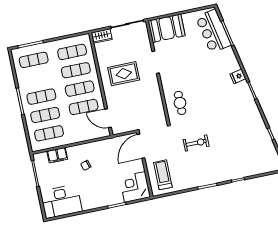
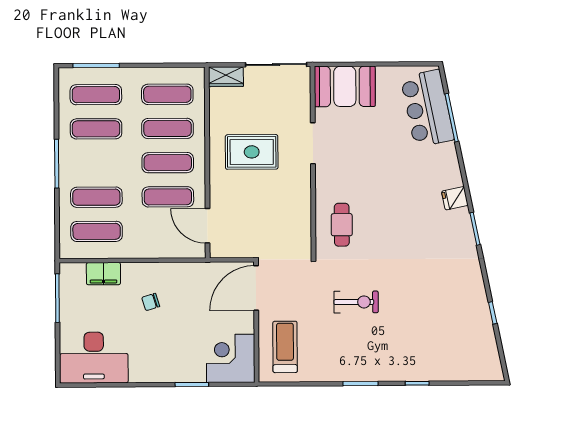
exercise mat: (41, 97) -> (96, 129), moved

